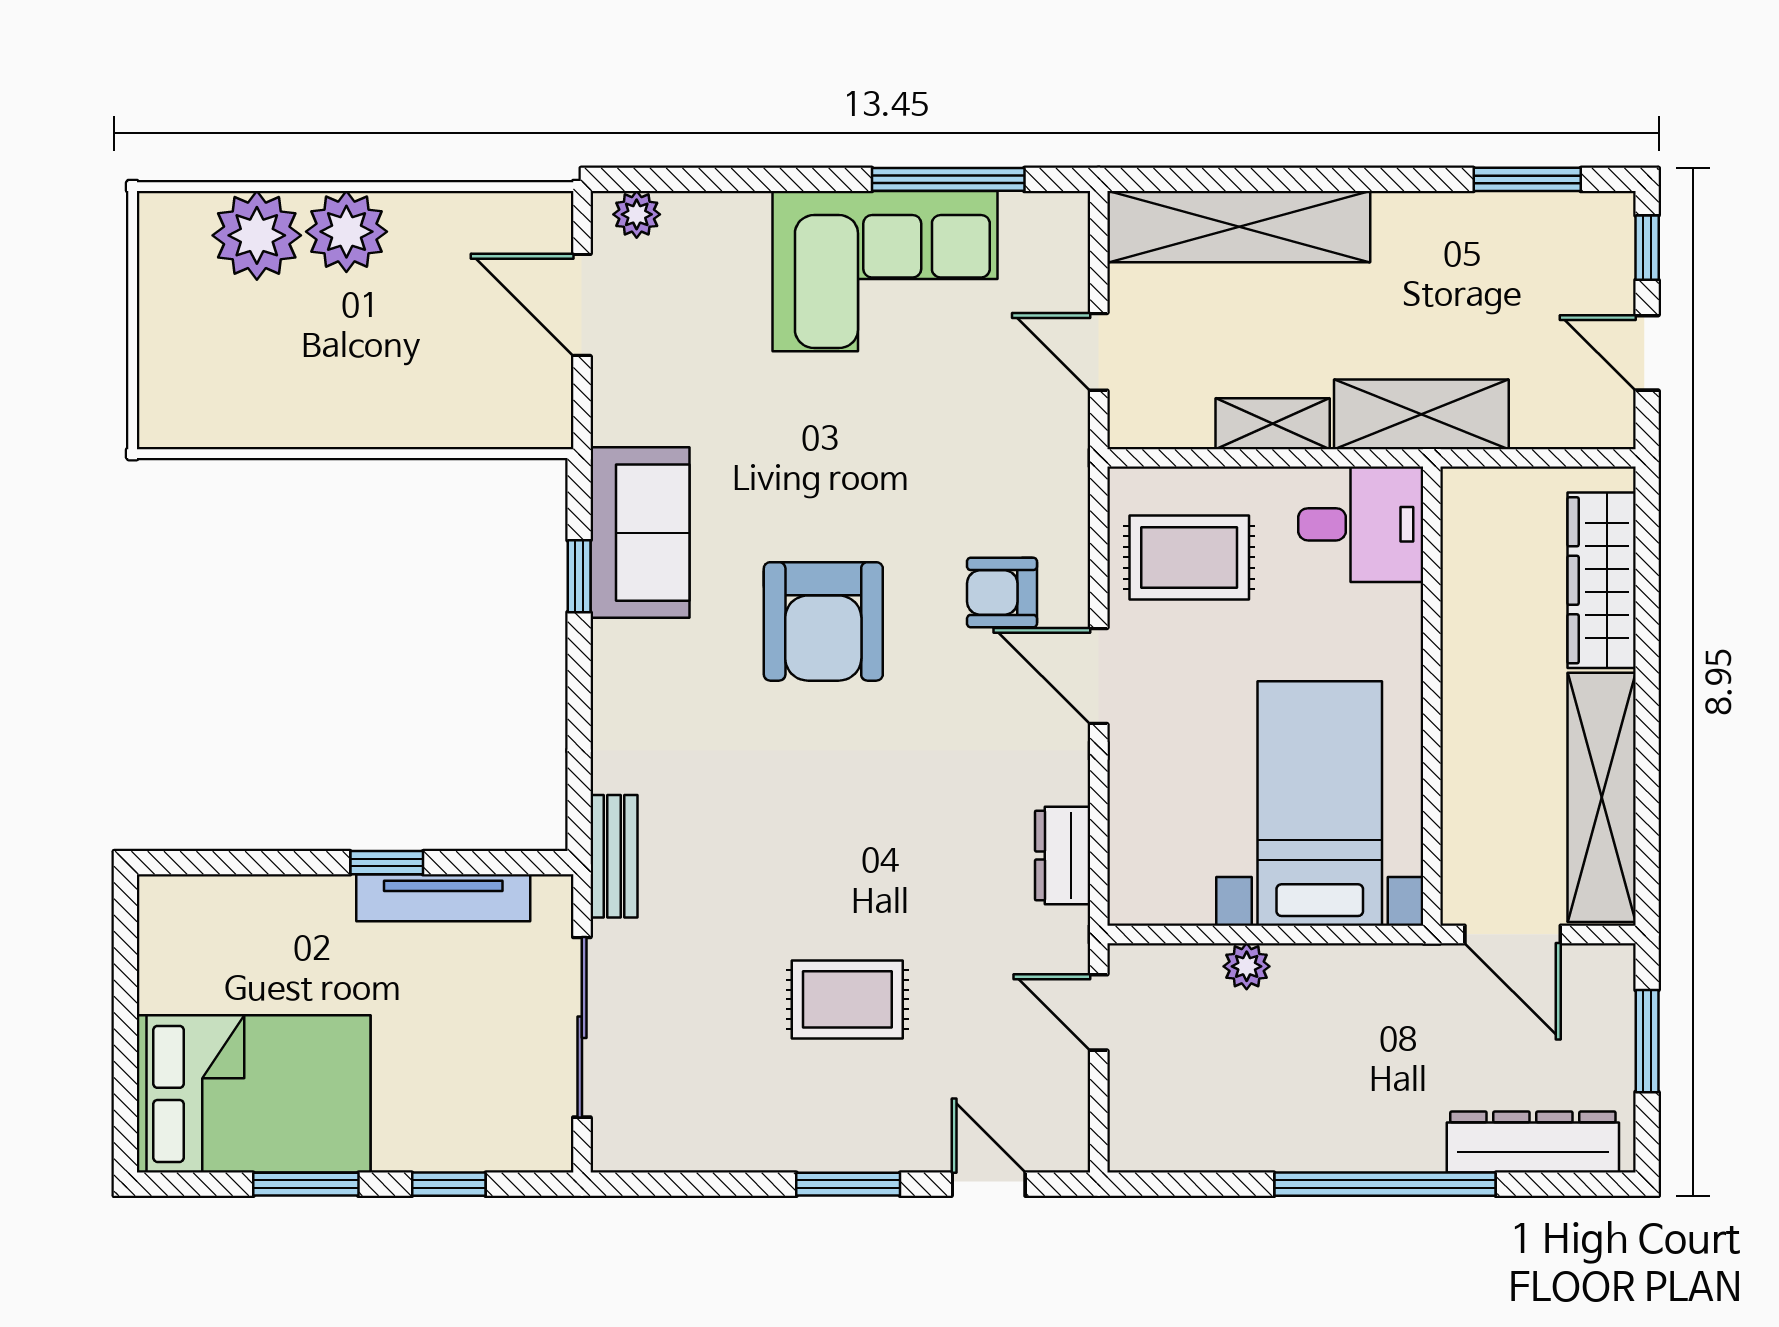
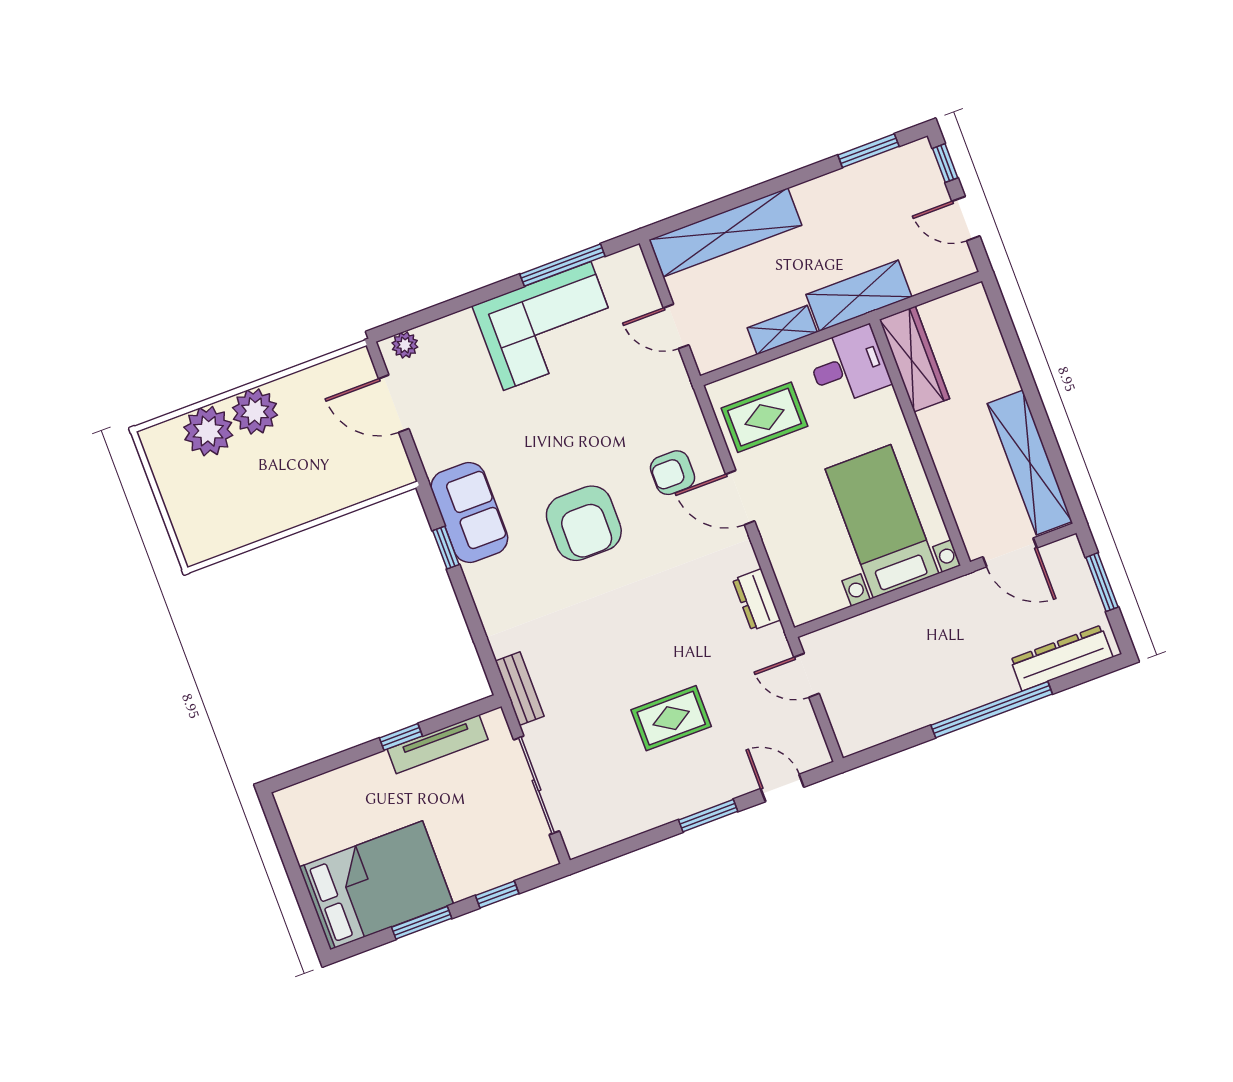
wardrobe: (1602, 580) -> (914, 359), moved, turned 180
plant: (1247, 966) -> (876, 622), removed

